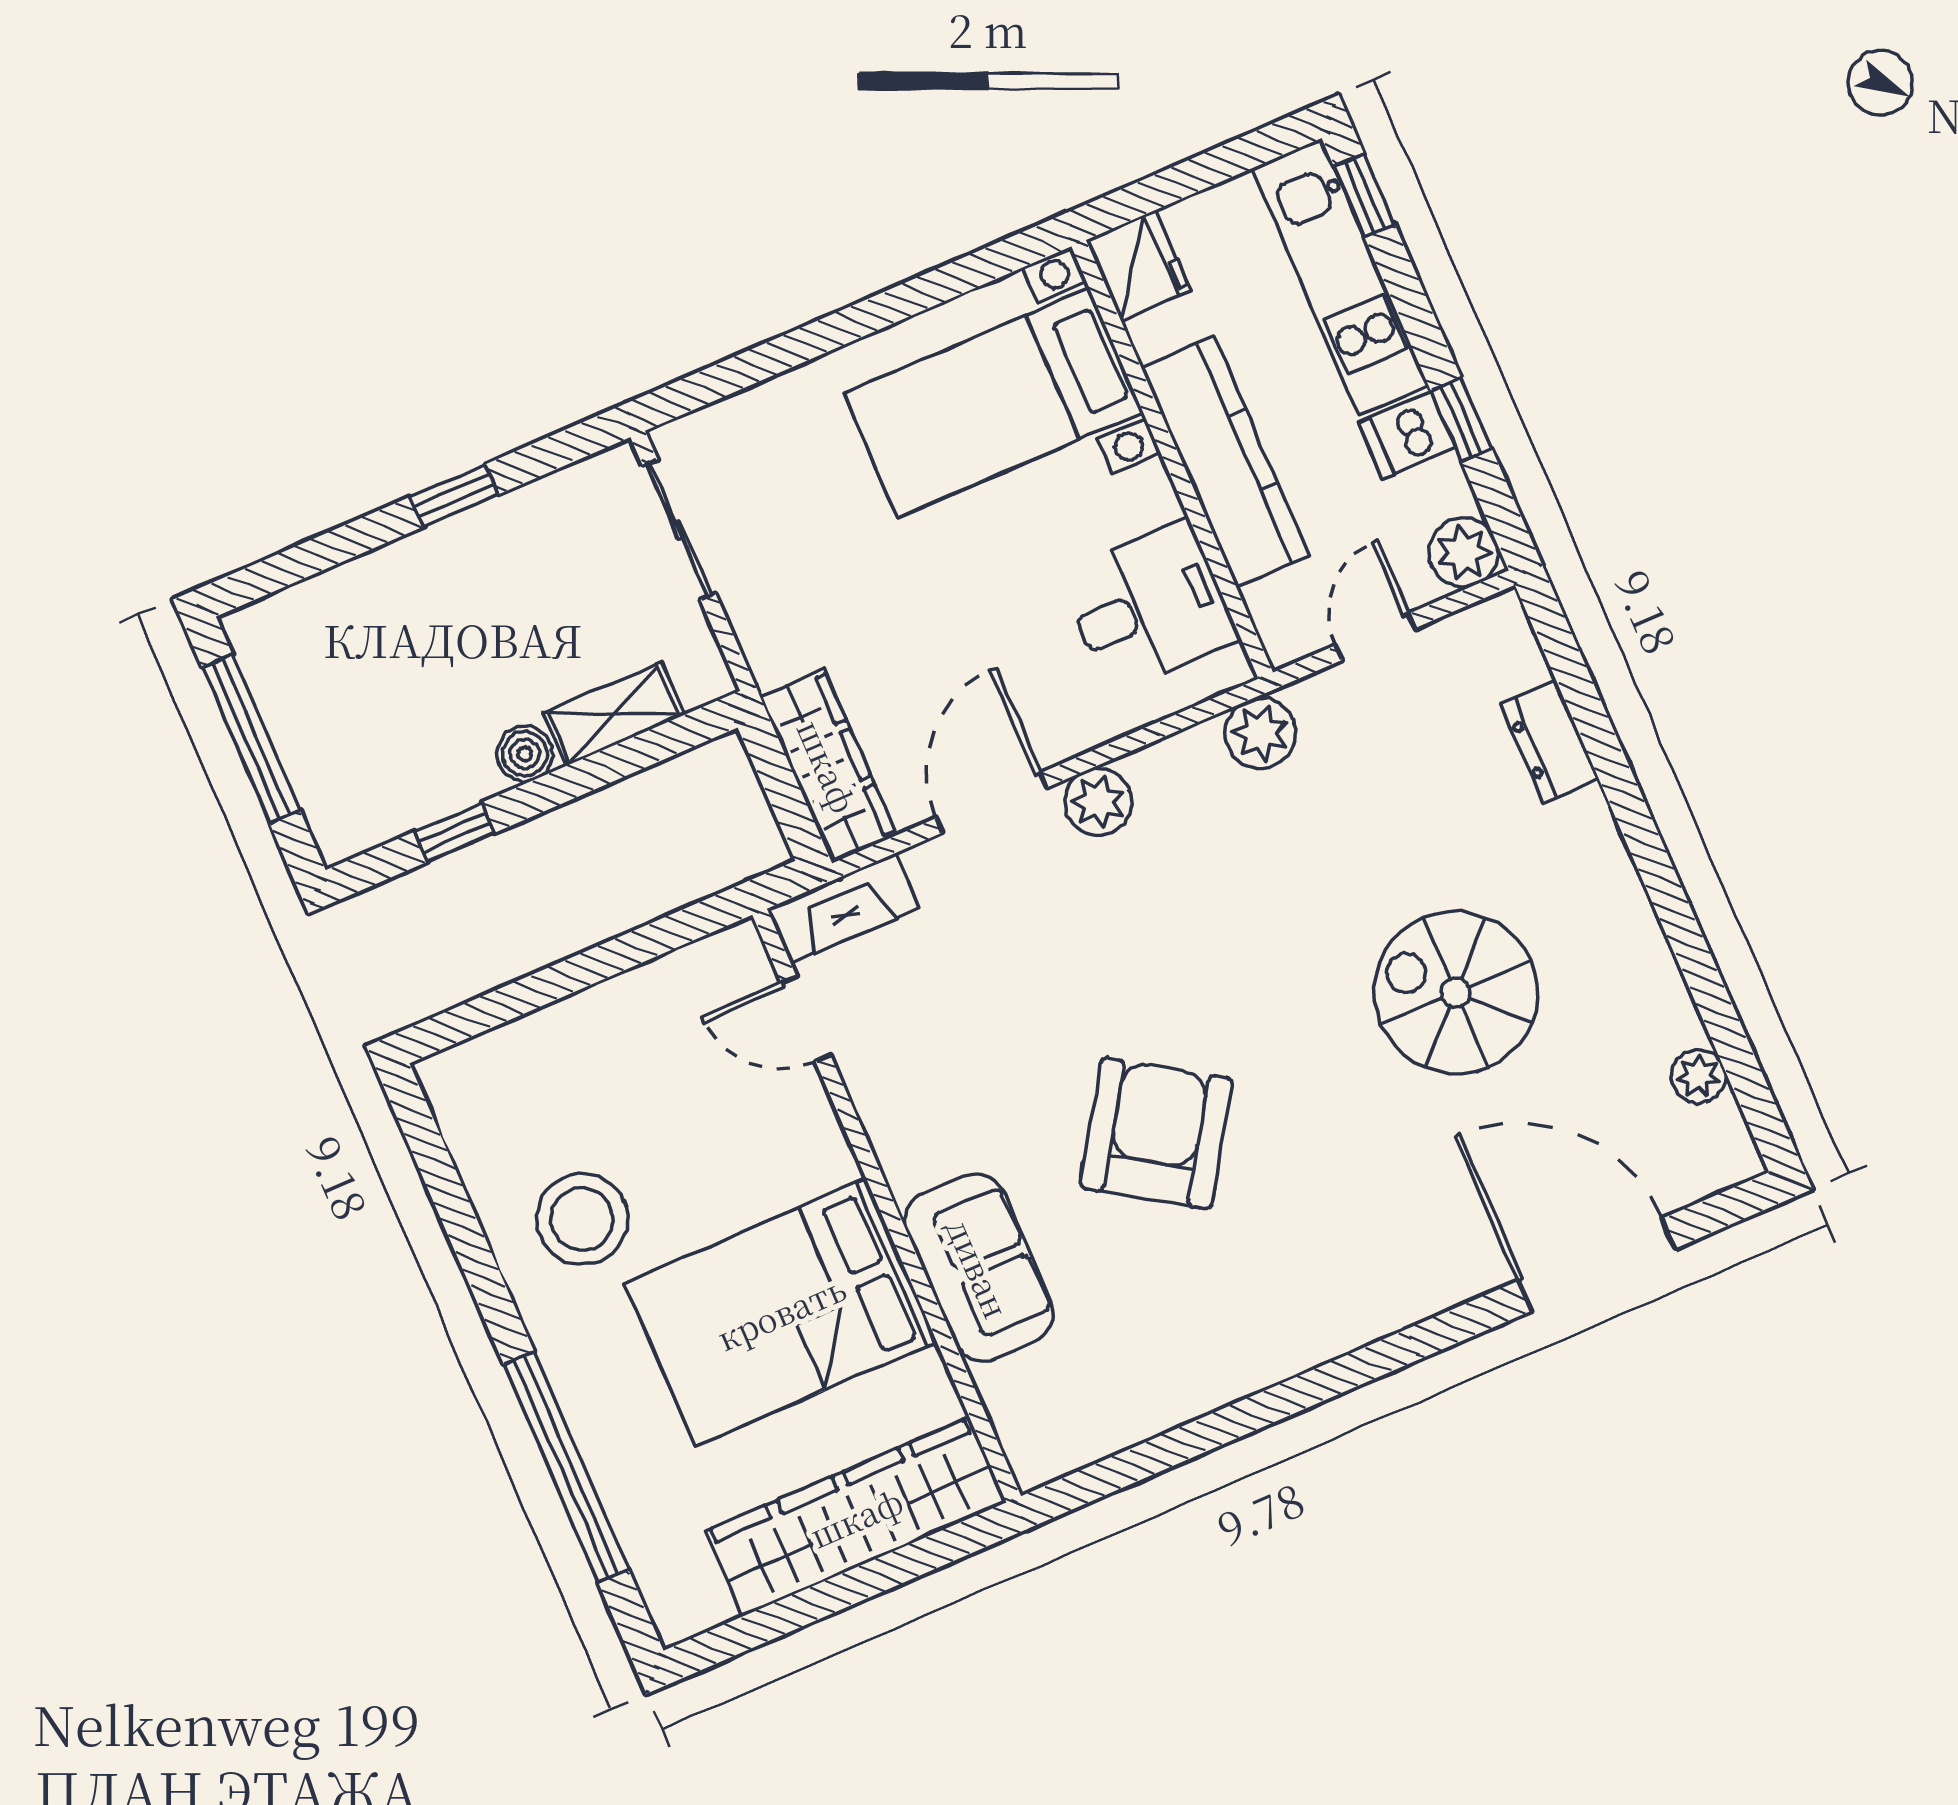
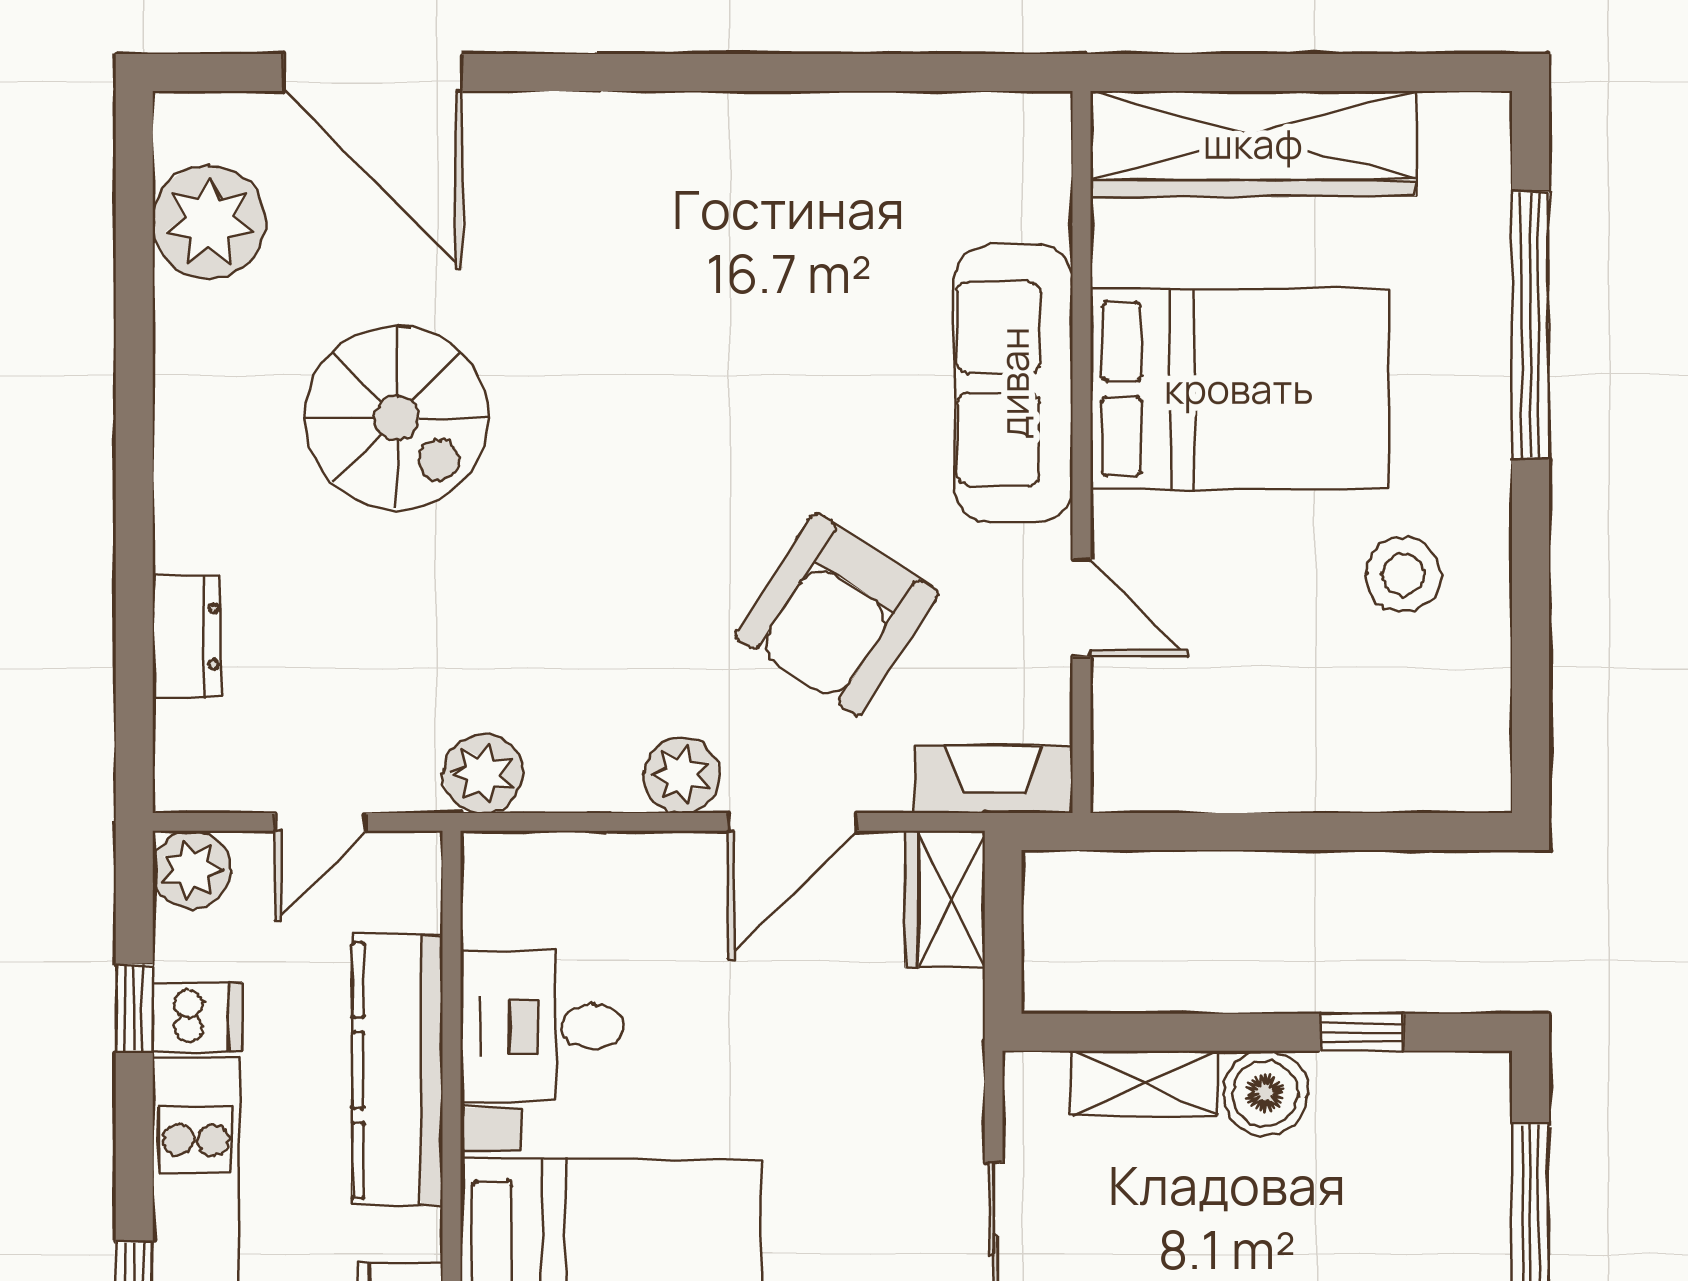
desk: (1149, 607) -> (542, 1026), moved
boiler: (525, 754) -> (1265, 1093), width x1.36, depth x1.36
wardrobe: (828, 766) -> (945, 899), width x0.67
door: (806, 1019) -> (1081, 608), moved
plant: (1699, 1076) -> (209, 222), width x1.88, depth x1.88
armchair: (1156, 1133) -> (837, 614), moved
stool: (582, 1219) -> (1403, 574), width x0.73, depth x0.73
sofa: (979, 1268) -> (1014, 383), width x1.36

